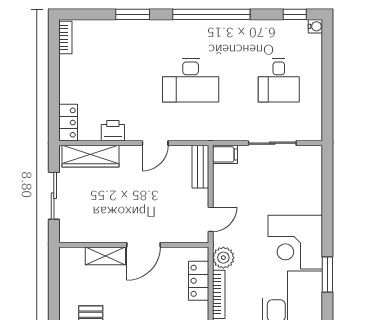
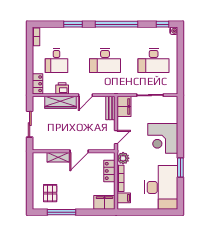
desk: (102, 80) -> (56, 60), added
desk: (279, 80) -> (154, 60), width x1.37
filing cabinet: (225, 154) -> (124, 106), width x2.00
wardrobe: (91, 156) -> (60, 102), moved
corner desk: (295, 242) -> (163, 138), moved

